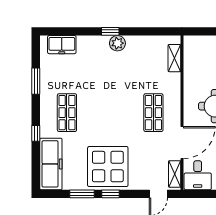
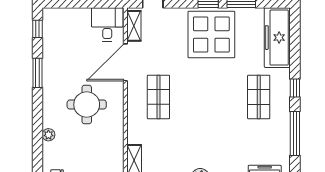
window: (36, 81) -> (295, 134), width x1.44
window: (36, 133) -> (295, 88), moved

